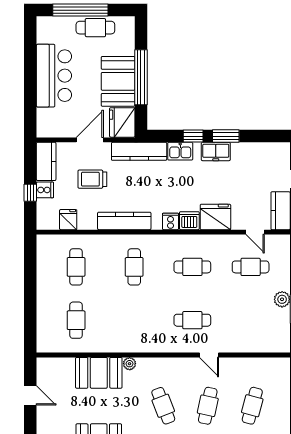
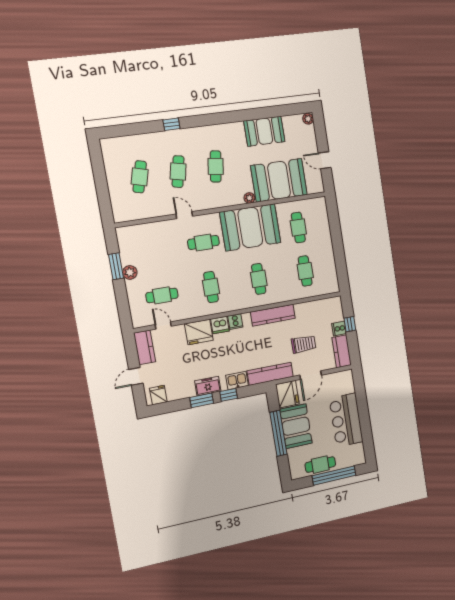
fridge: (68, 220) -> (158, 395), moved, turned 180
cafe table: (192, 267) -> (211, 287), turned 90
booth: (134, 329) -> (250, 227), added
booth: (99, 373) -> (279, 180), width x1.36, depth x1.42
cafe table: (163, 406) -> (216, 166), turned 30

